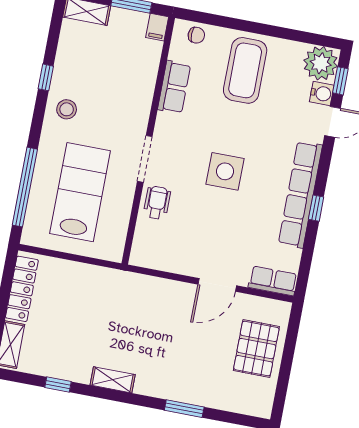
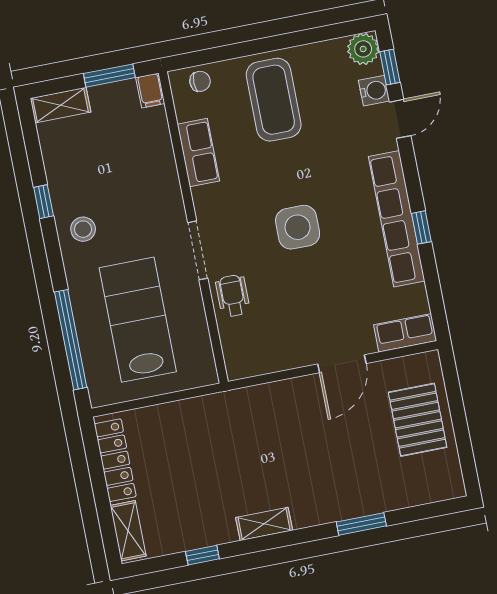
plant: (321, 63) -> (363, 49), width x0.73, depth x0.73

